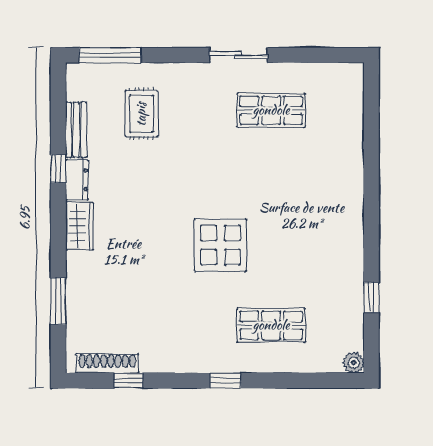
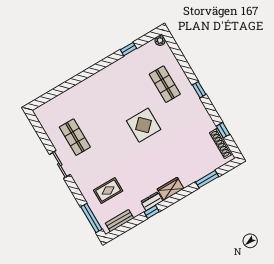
bench: (76, 130) -> (119, 221), moved

